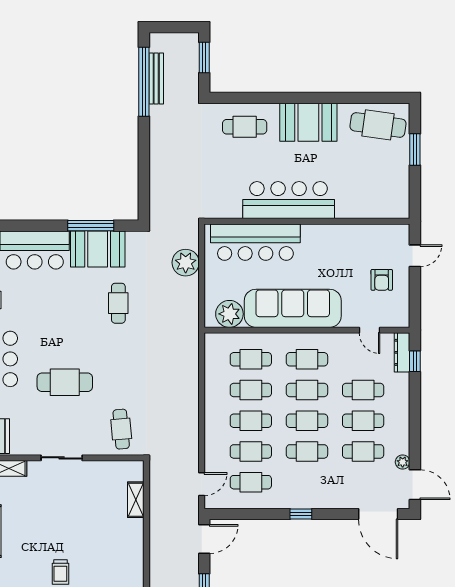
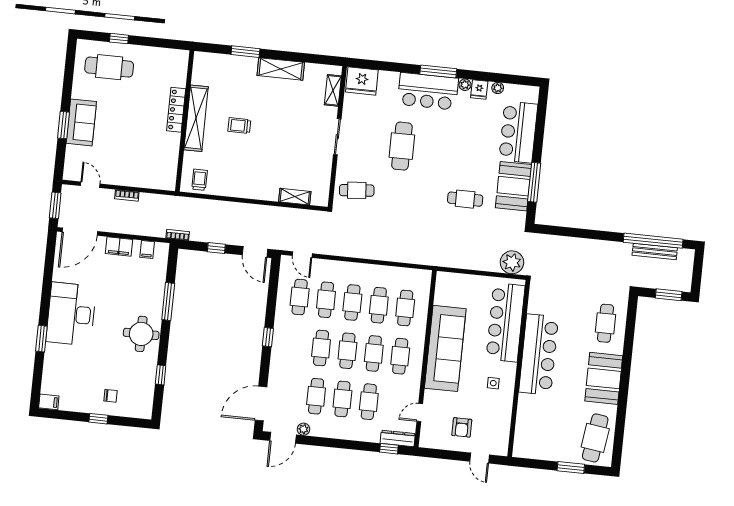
side table: (327, 249) -> (493, 383), added
plant: (186, 263) -> (512, 262), moved
armchair: (382, 280) -> (462, 427), turned -90
plant: (229, 314) -> (446, 294), removed

